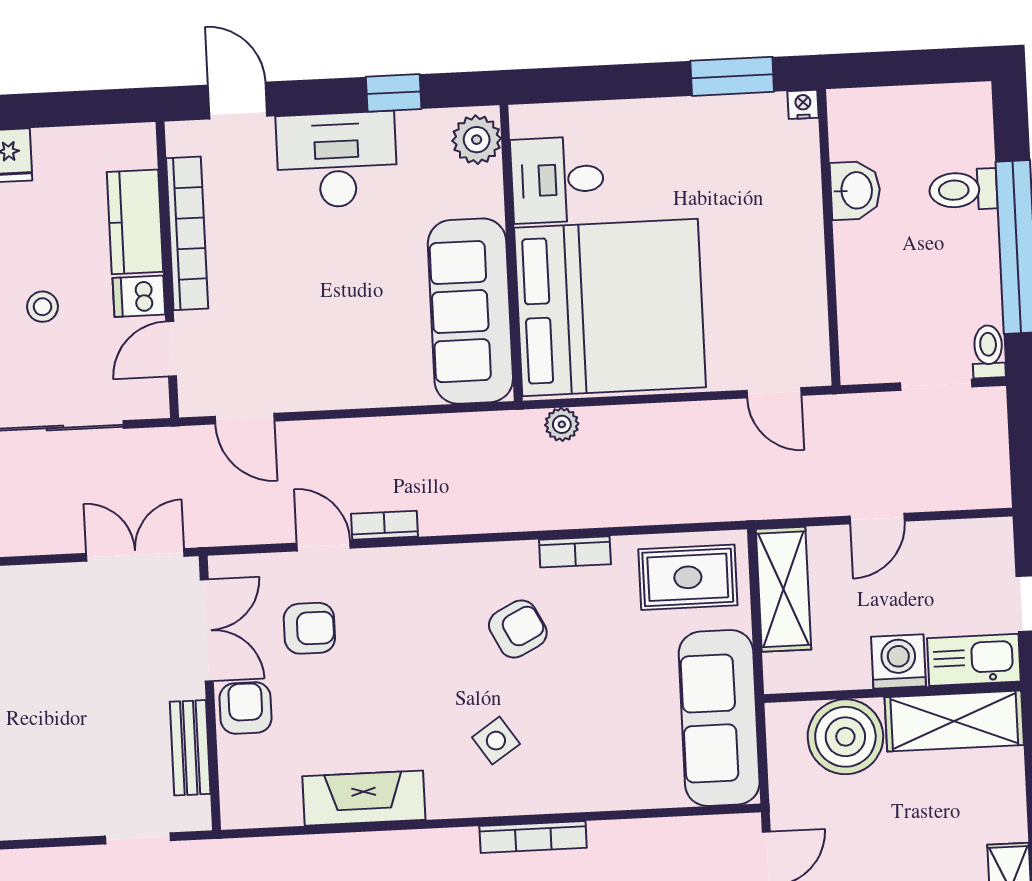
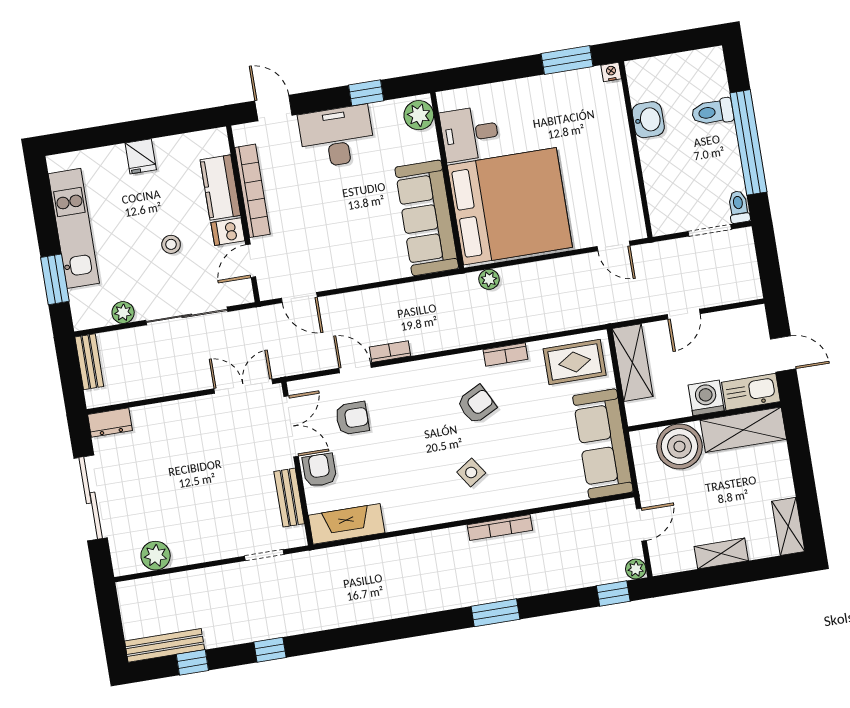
fireplace: (364, 798) -> (347, 524), moved

